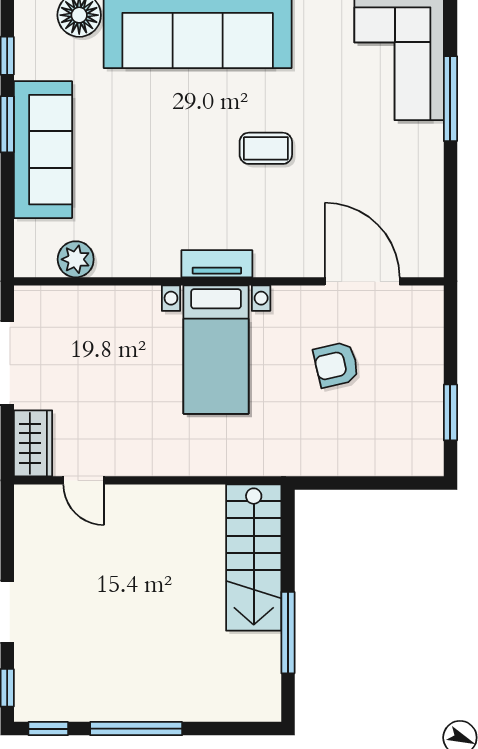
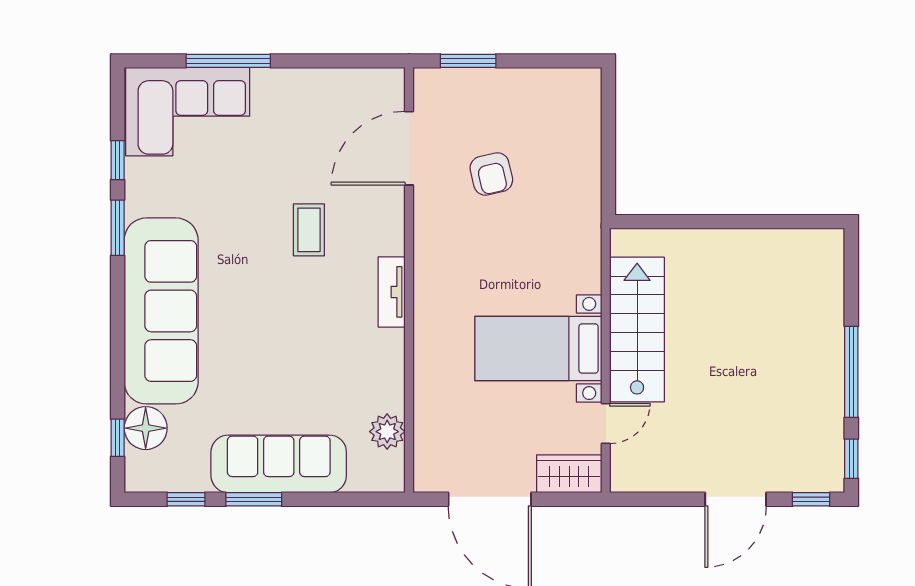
coffee table: (266, 148) -> (309, 230), moved
bed with nightstands: (216, 350) -> (538, 348), moved, turned 180
window: (450, 412) -> (468, 61), moved
stairs: (254, 558) -> (637, 330), moved, turned -90
window: (288, 633) -> (756, 222), removed

